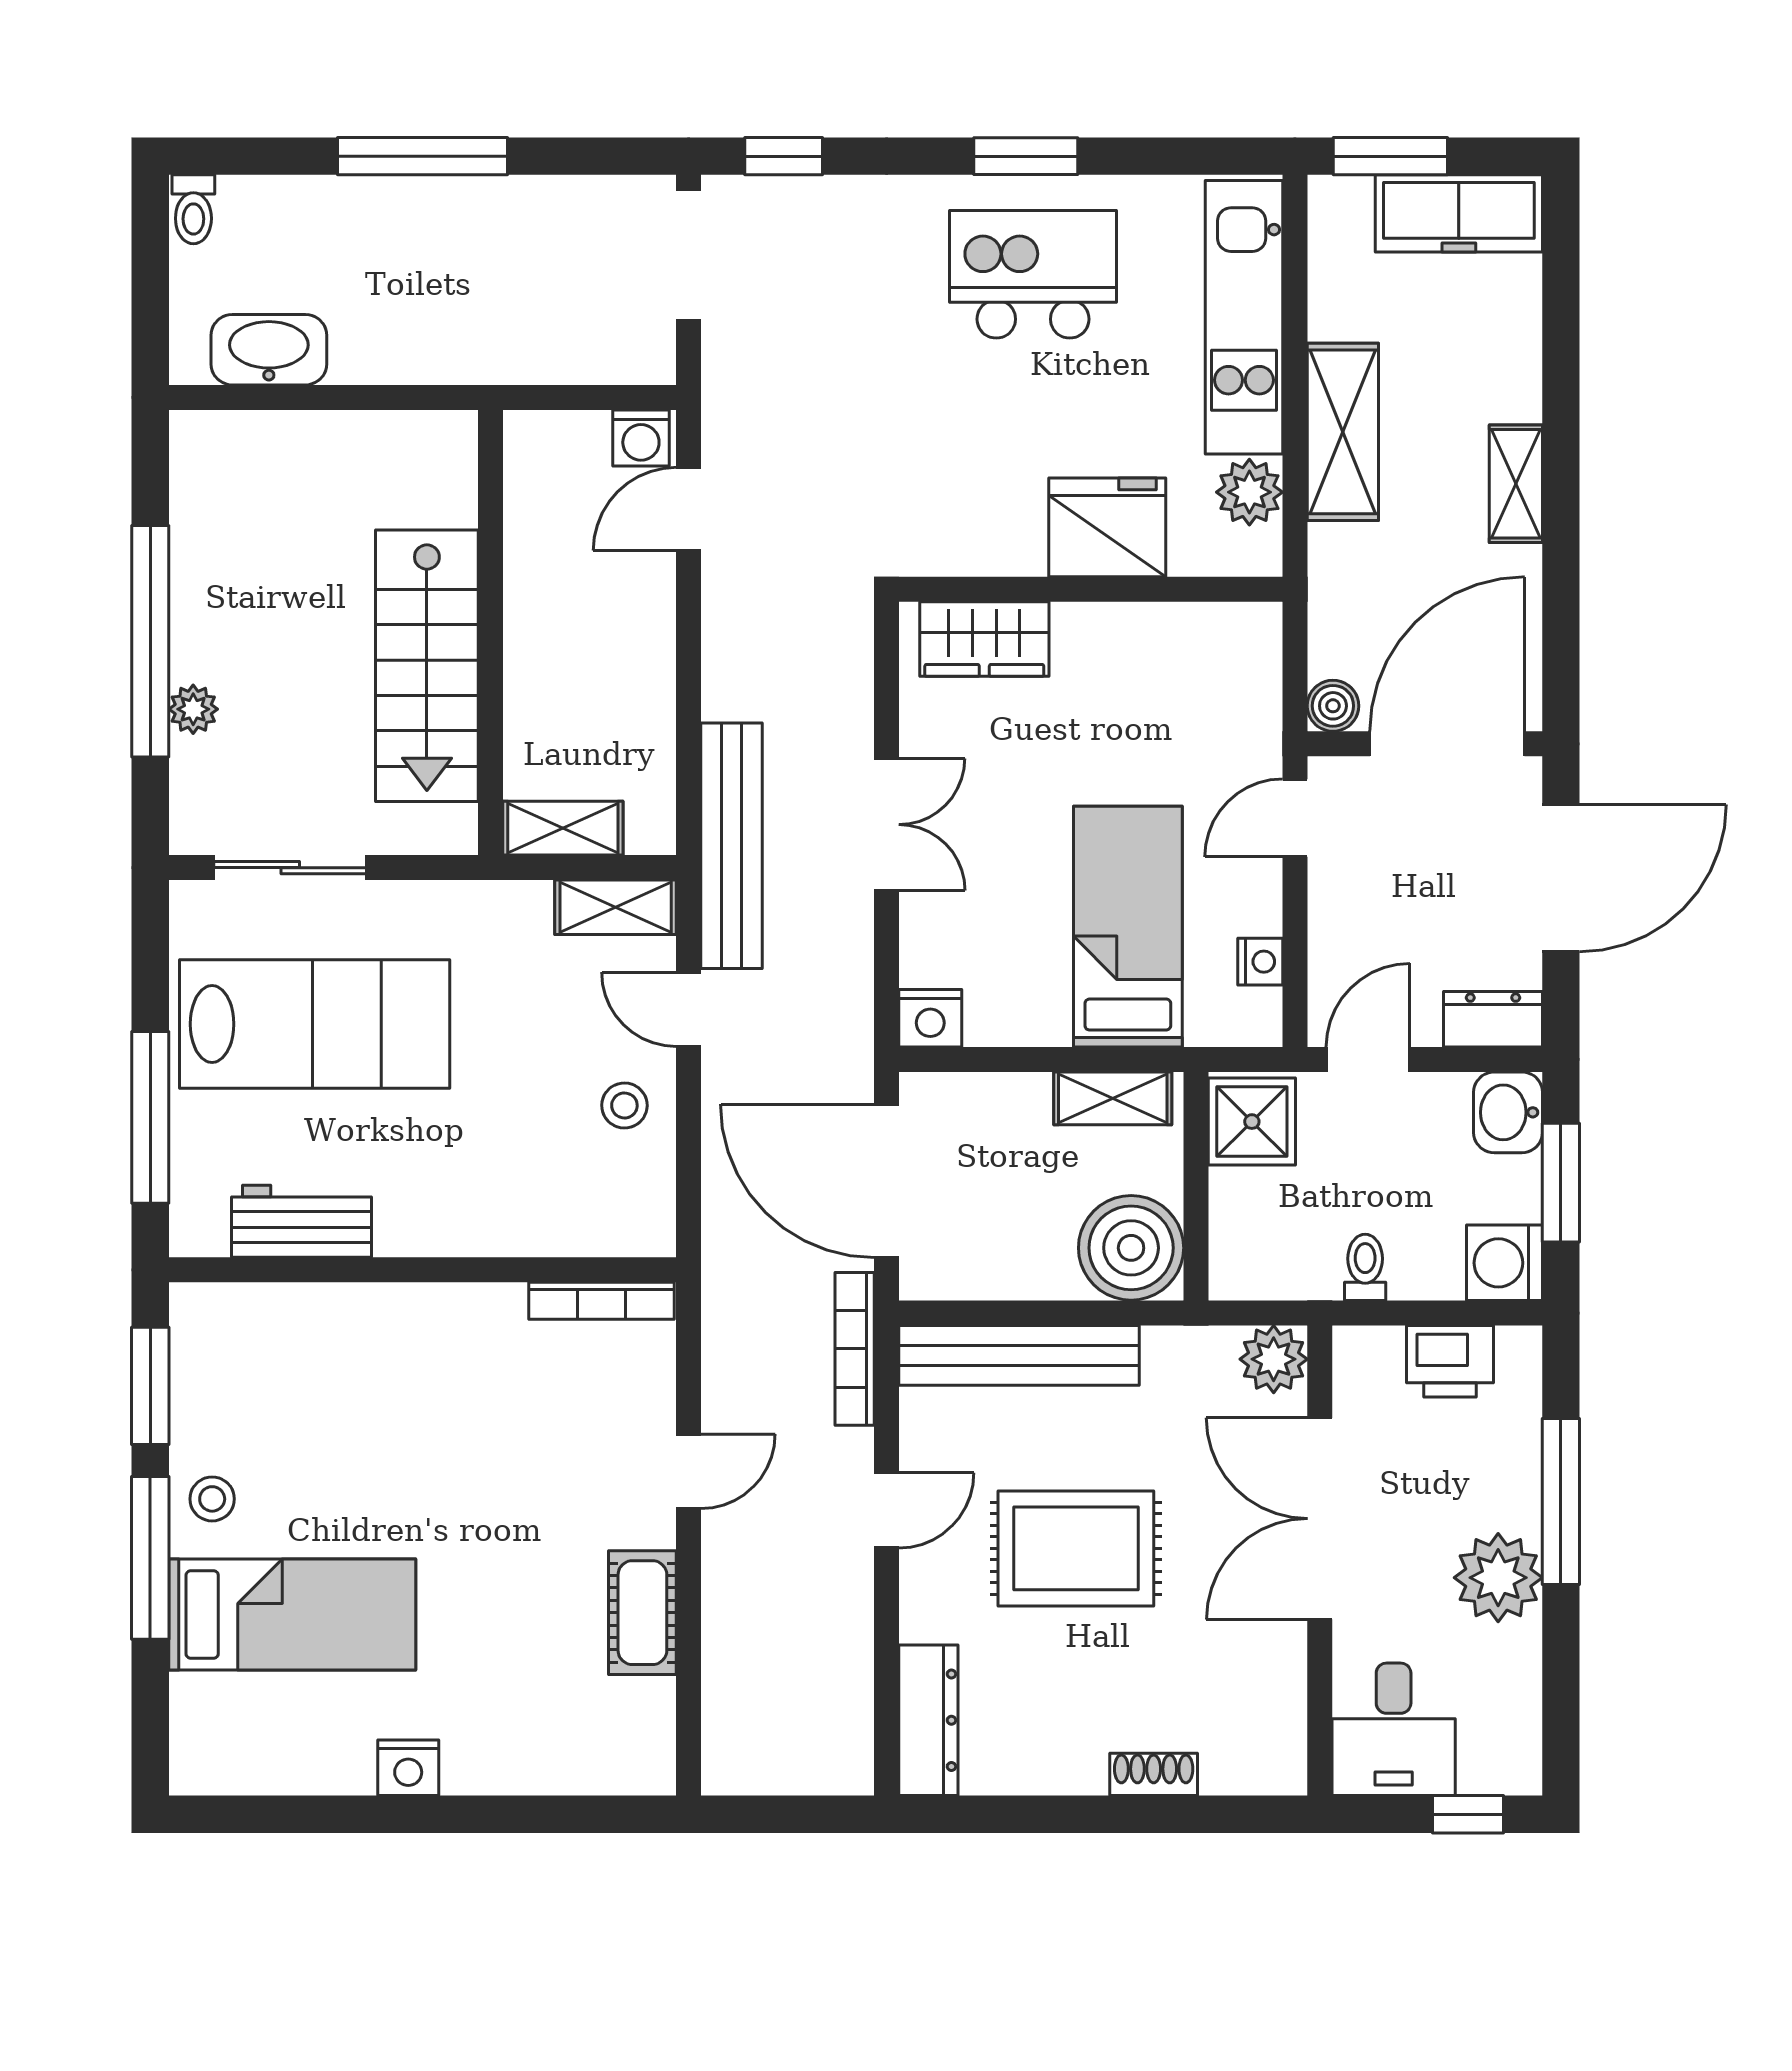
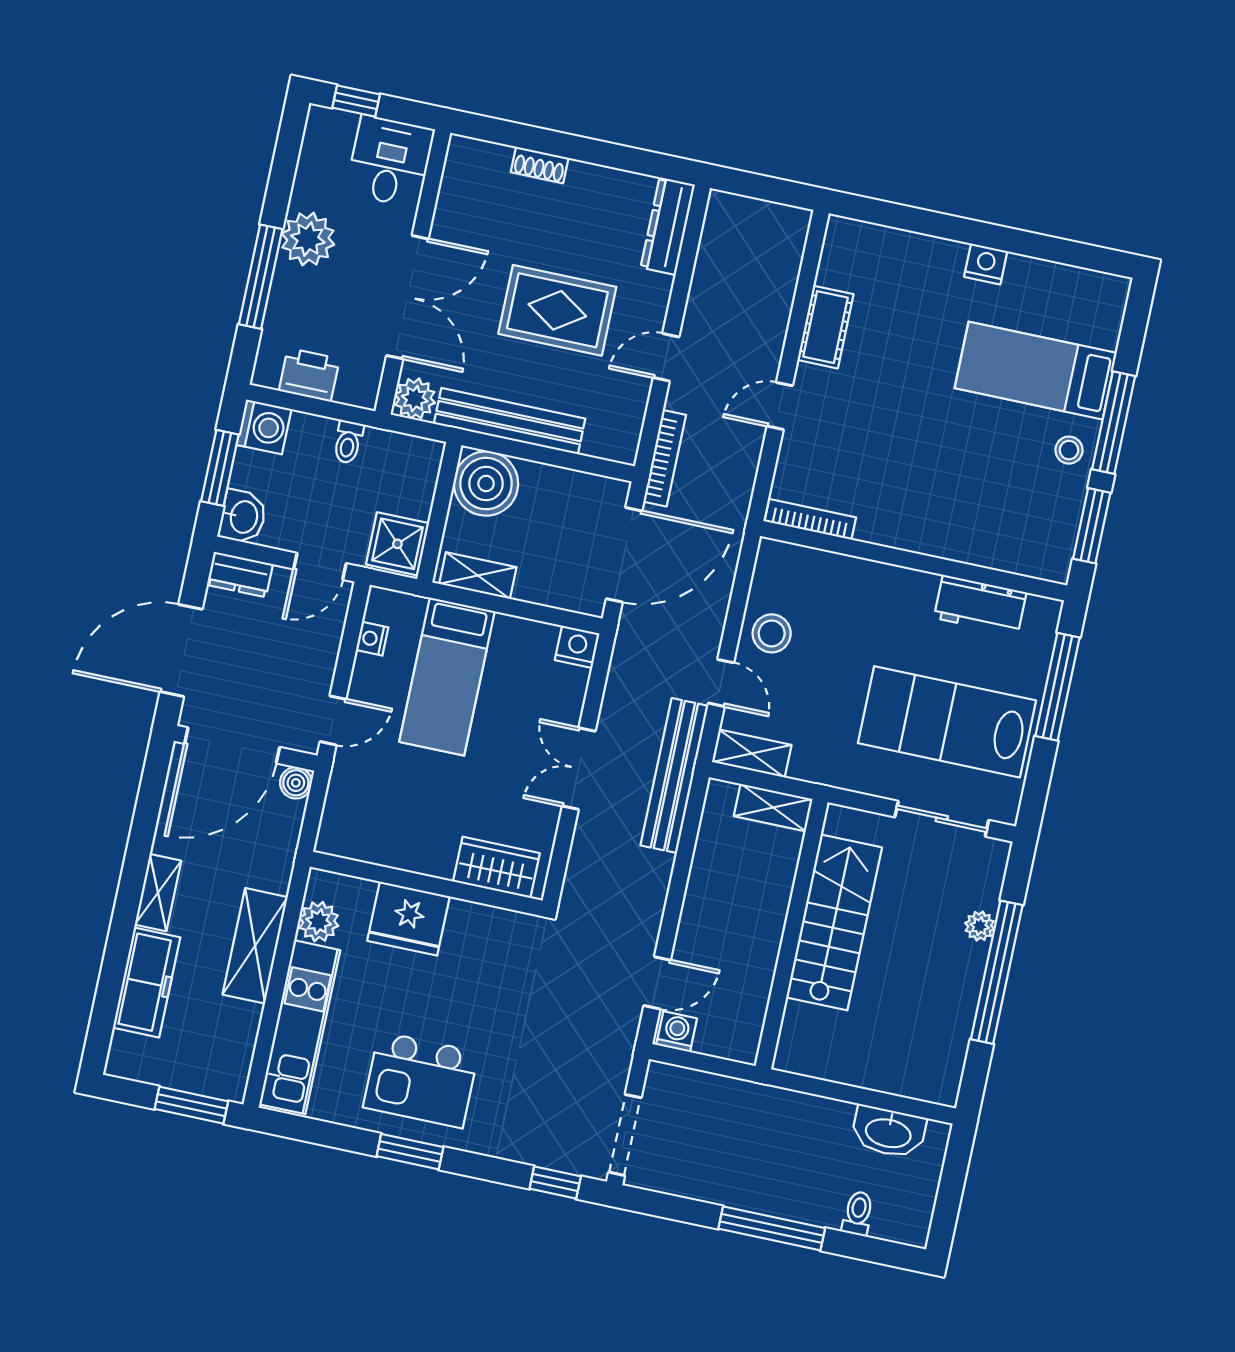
toilet: (193, 209) -> (858, 1213), moved
freezer: (1459, 213) -> (146, 983), moved, turned 90
stool: (624, 1106) -> (772, 633), width x1.37, depth x1.37
door: (887, 1181) -> (624, 555), hinge flipped
bench: (1019, 1355) -> (510, 421), moved

